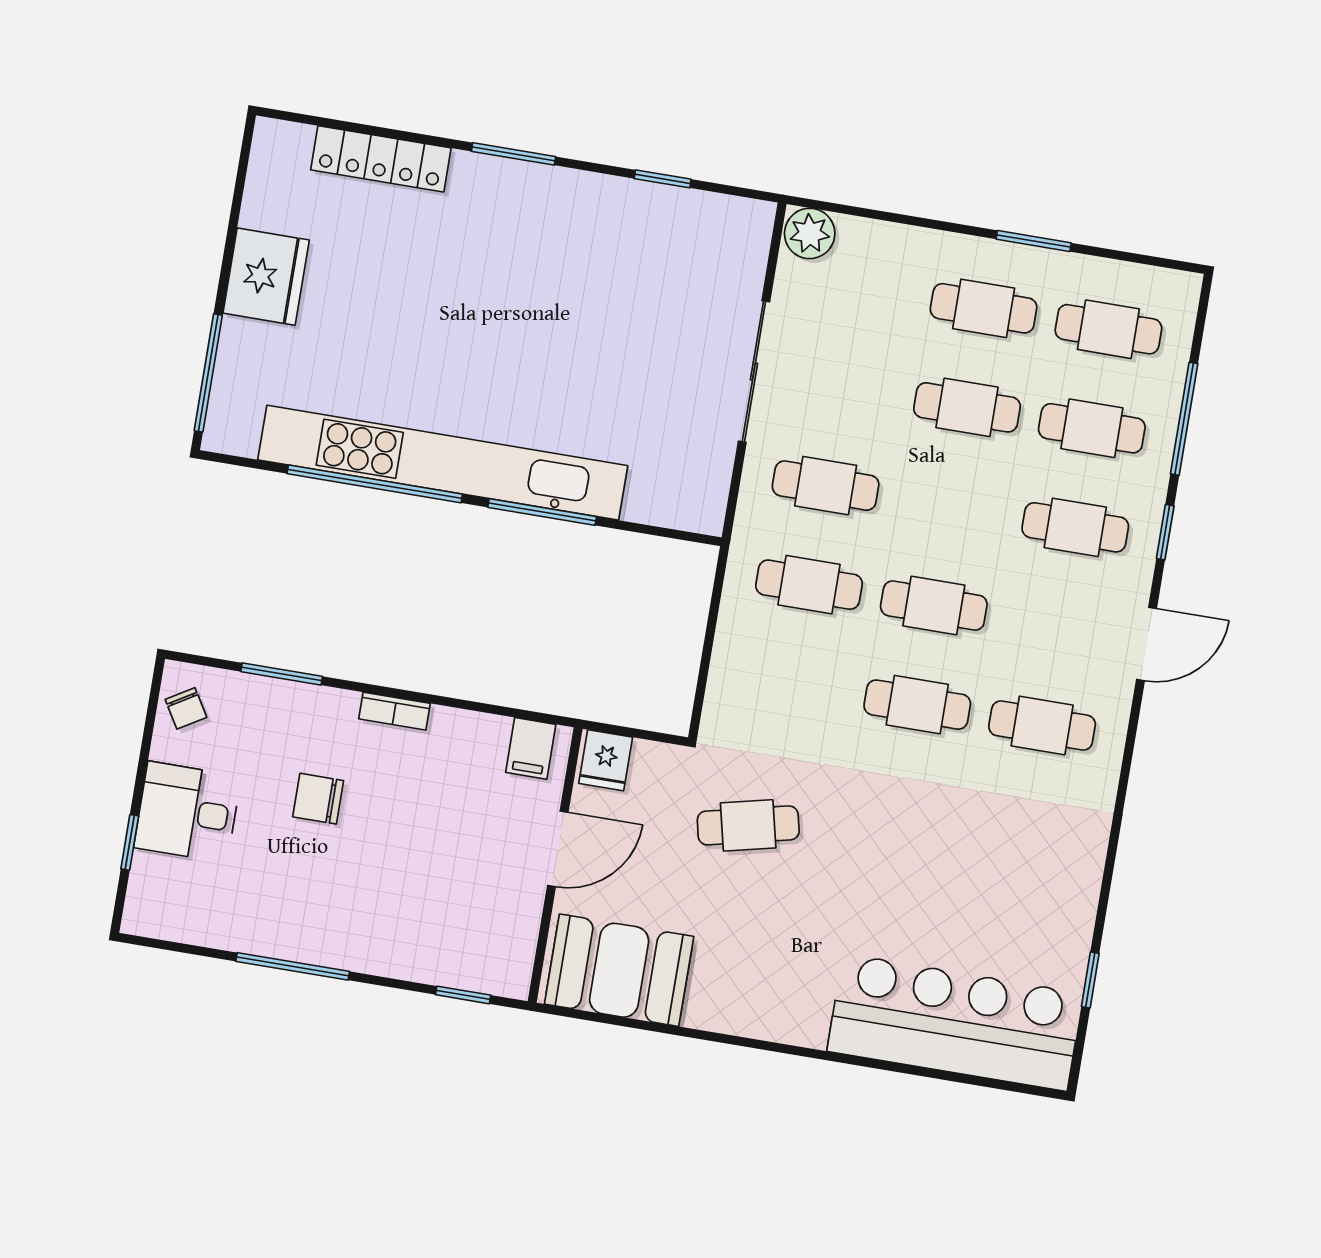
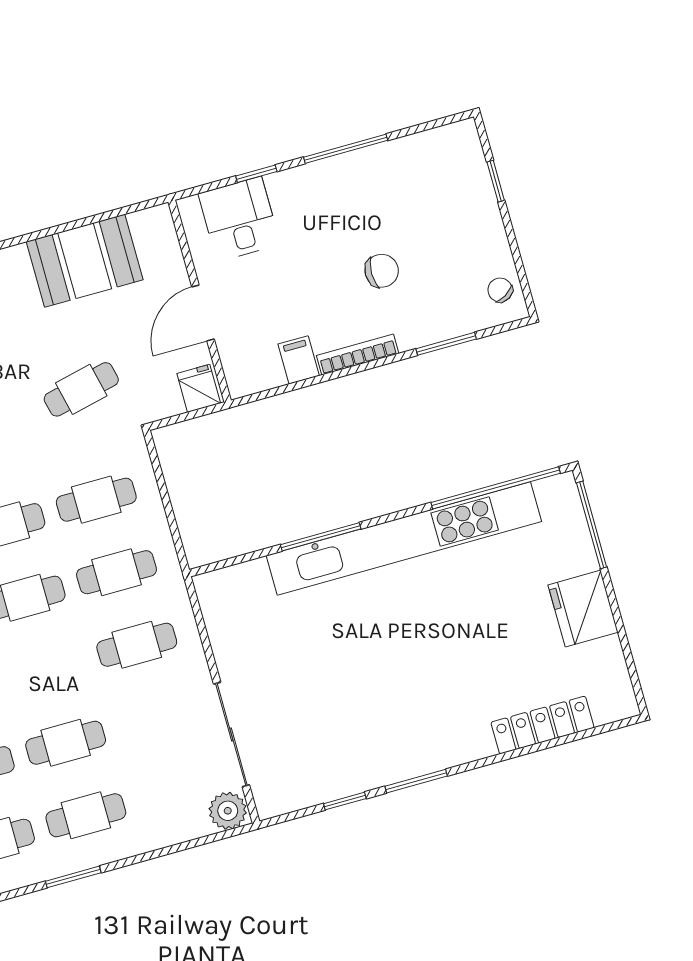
window: (514, 154) -> (416, 781), moved
sliding door: (754, 372) -> (231, 734), moved
window: (375, 484) -> (496, 488), moved
cafe table: (792, 684) -> (96, 500), added
bookcase: (395, 711) -> (358, 355), width x1.56
filing cabinet: (531, 748) -> (299, 360), moved
desk: (187, 812) -> (239, 219), moved, turned -90
booth: (619, 970) -> (85, 261), moved
window: (463, 995) -> (256, 174), moved

